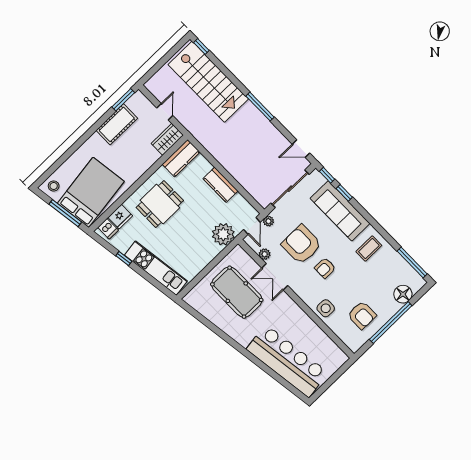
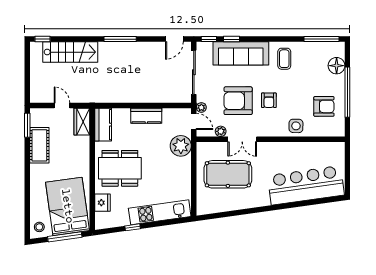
stairs: (208, 82) -> (70, 52), width x0.73, depth x0.66
dining table: (160, 204) -> (120, 168), width x1.38
dishwasher: (108, 229) -> (103, 219), removed

